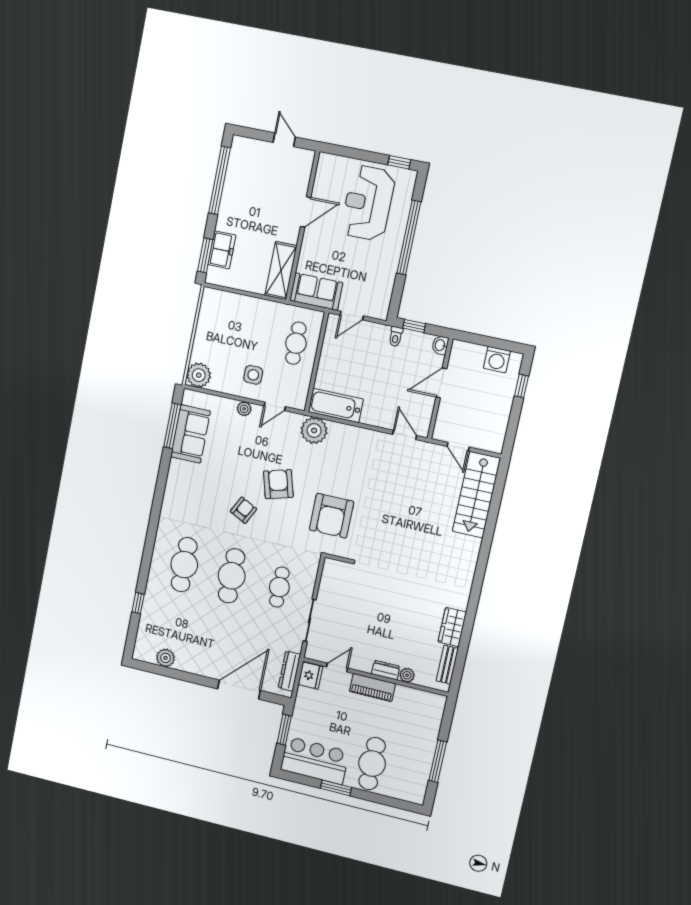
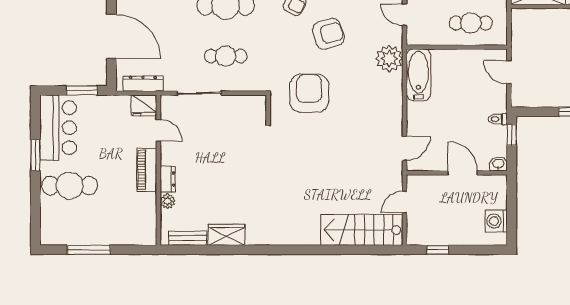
sofa: (316, 292) -> (525, 33), removed
window: (521, 386) -> (438, 250), moved
armchair: (332, 516) -> (309, 93), turned 90

